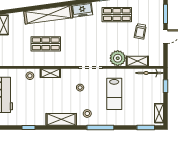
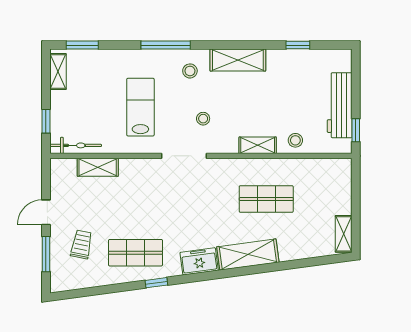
shelving: (48, 15) -> (248, 255), width x0.68
trolley: (140, 31) -> (81, 244), moved
plant: (118, 58) -> (134, 173), removed

